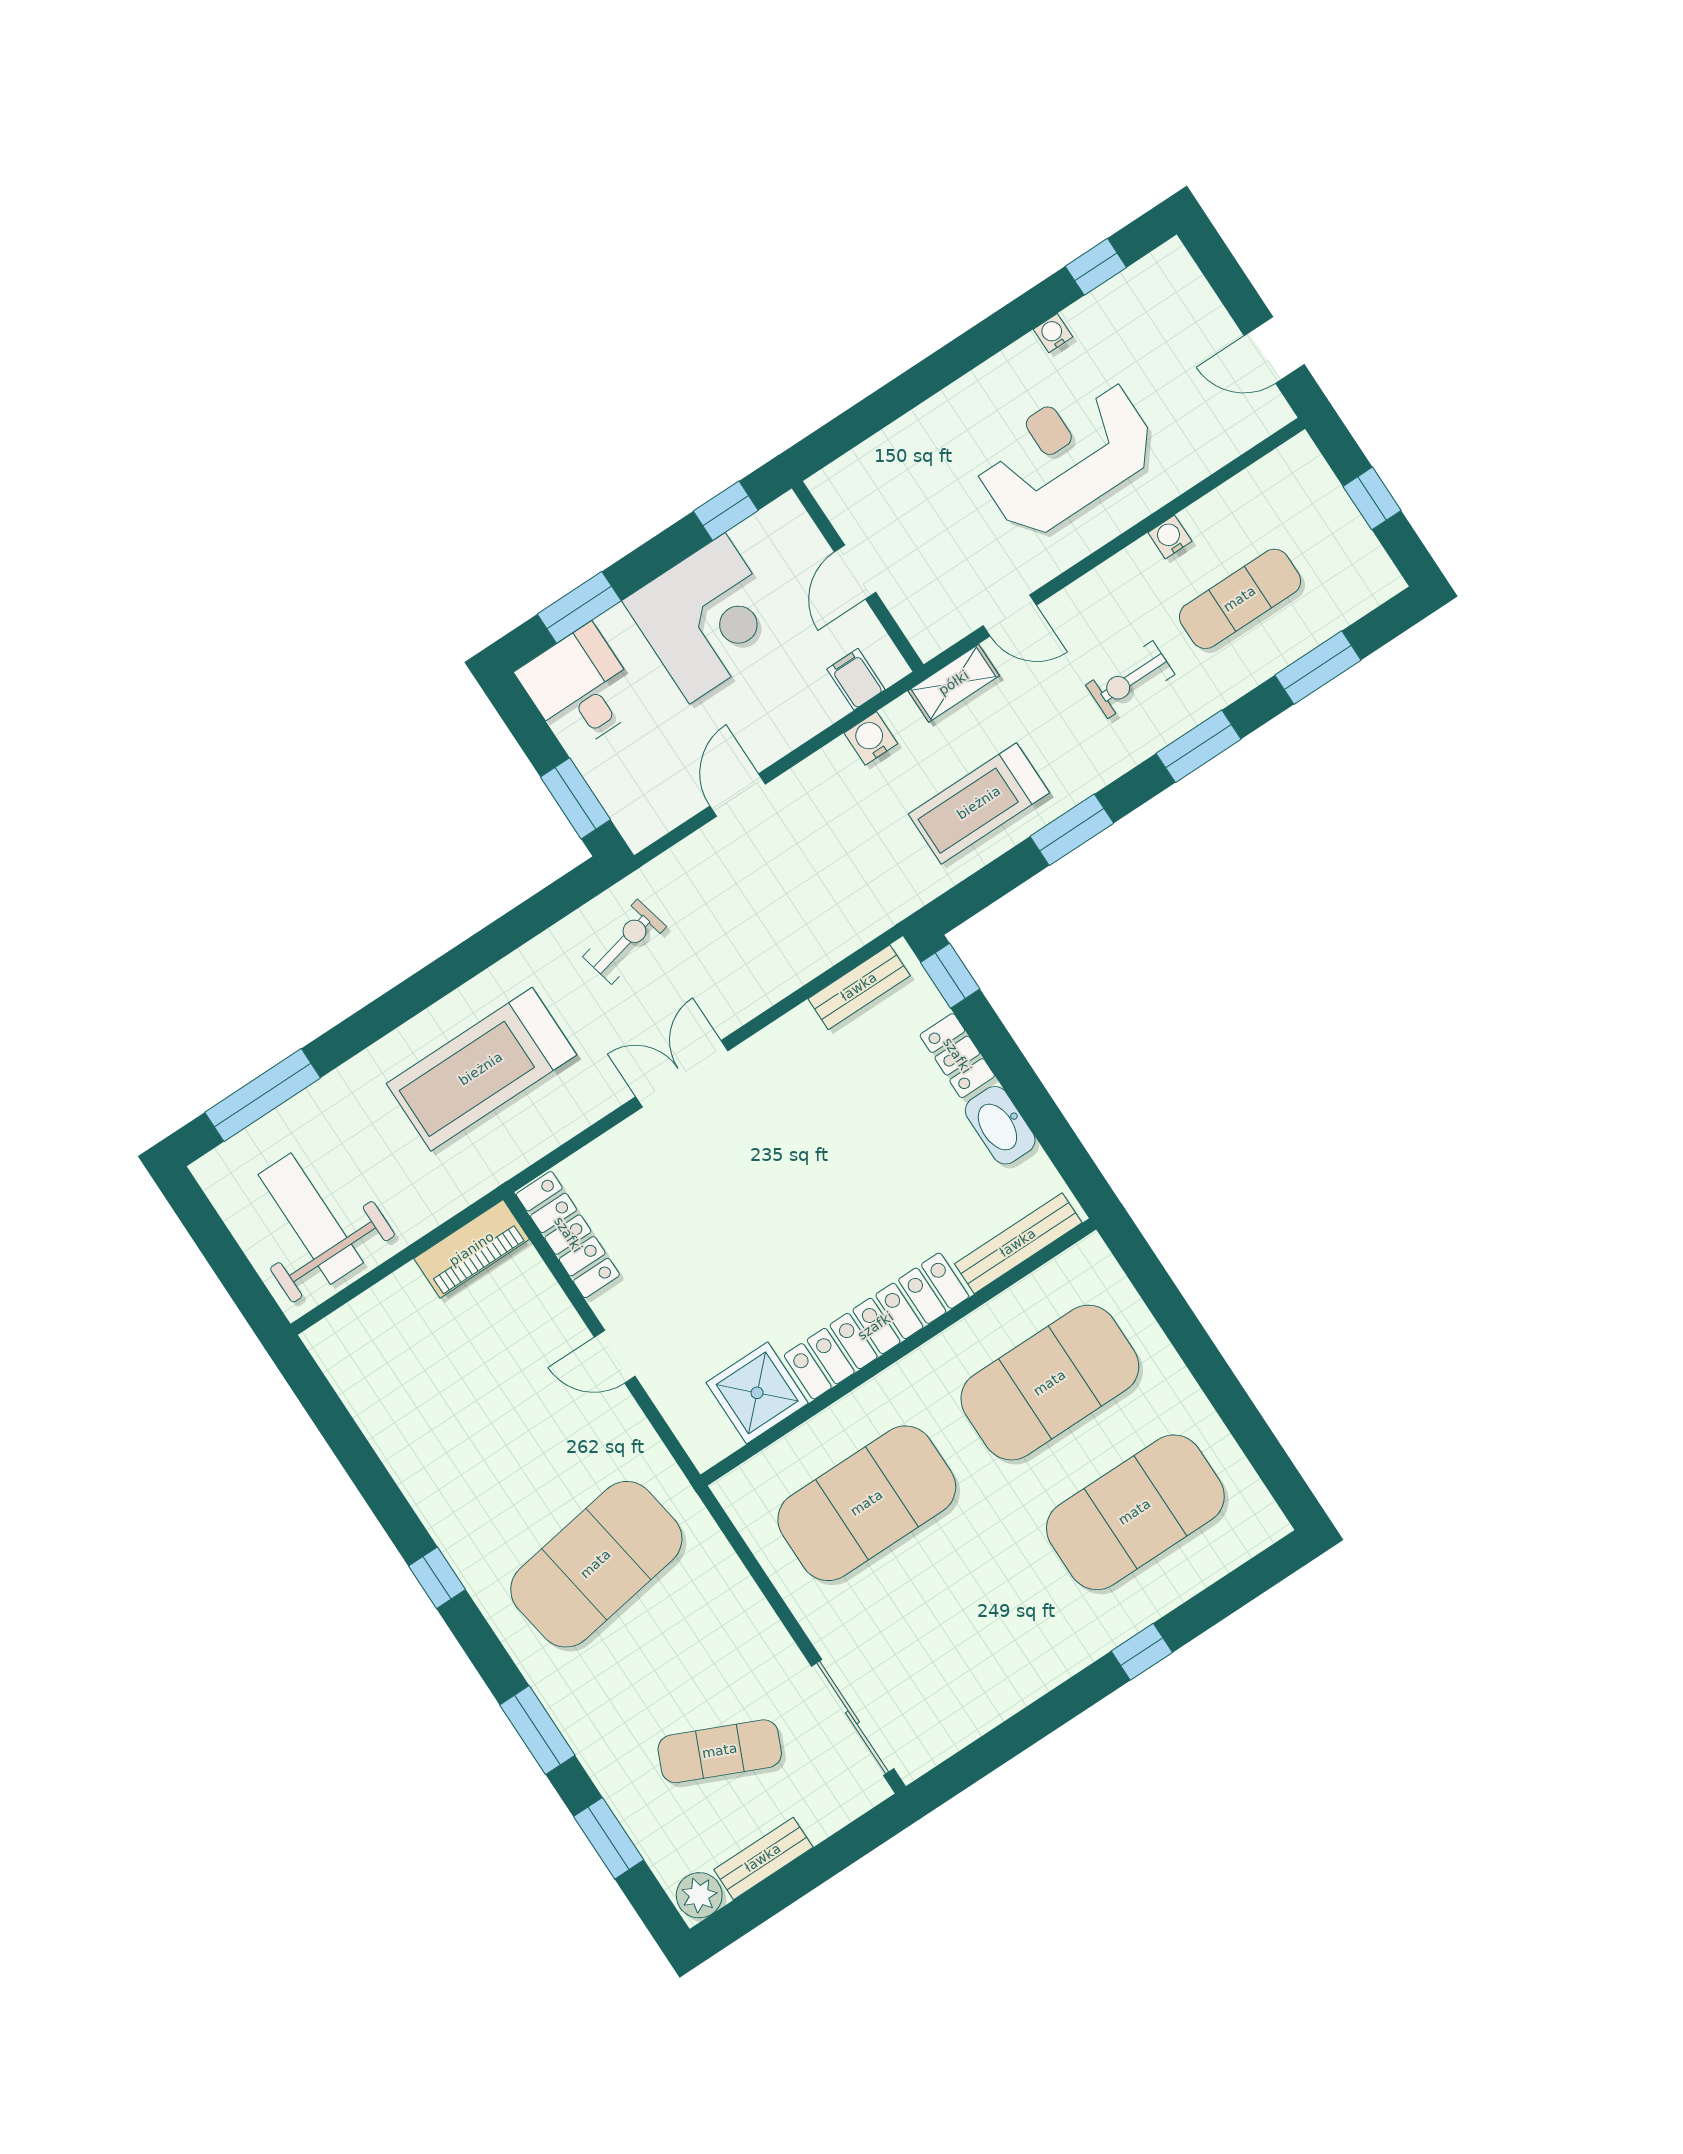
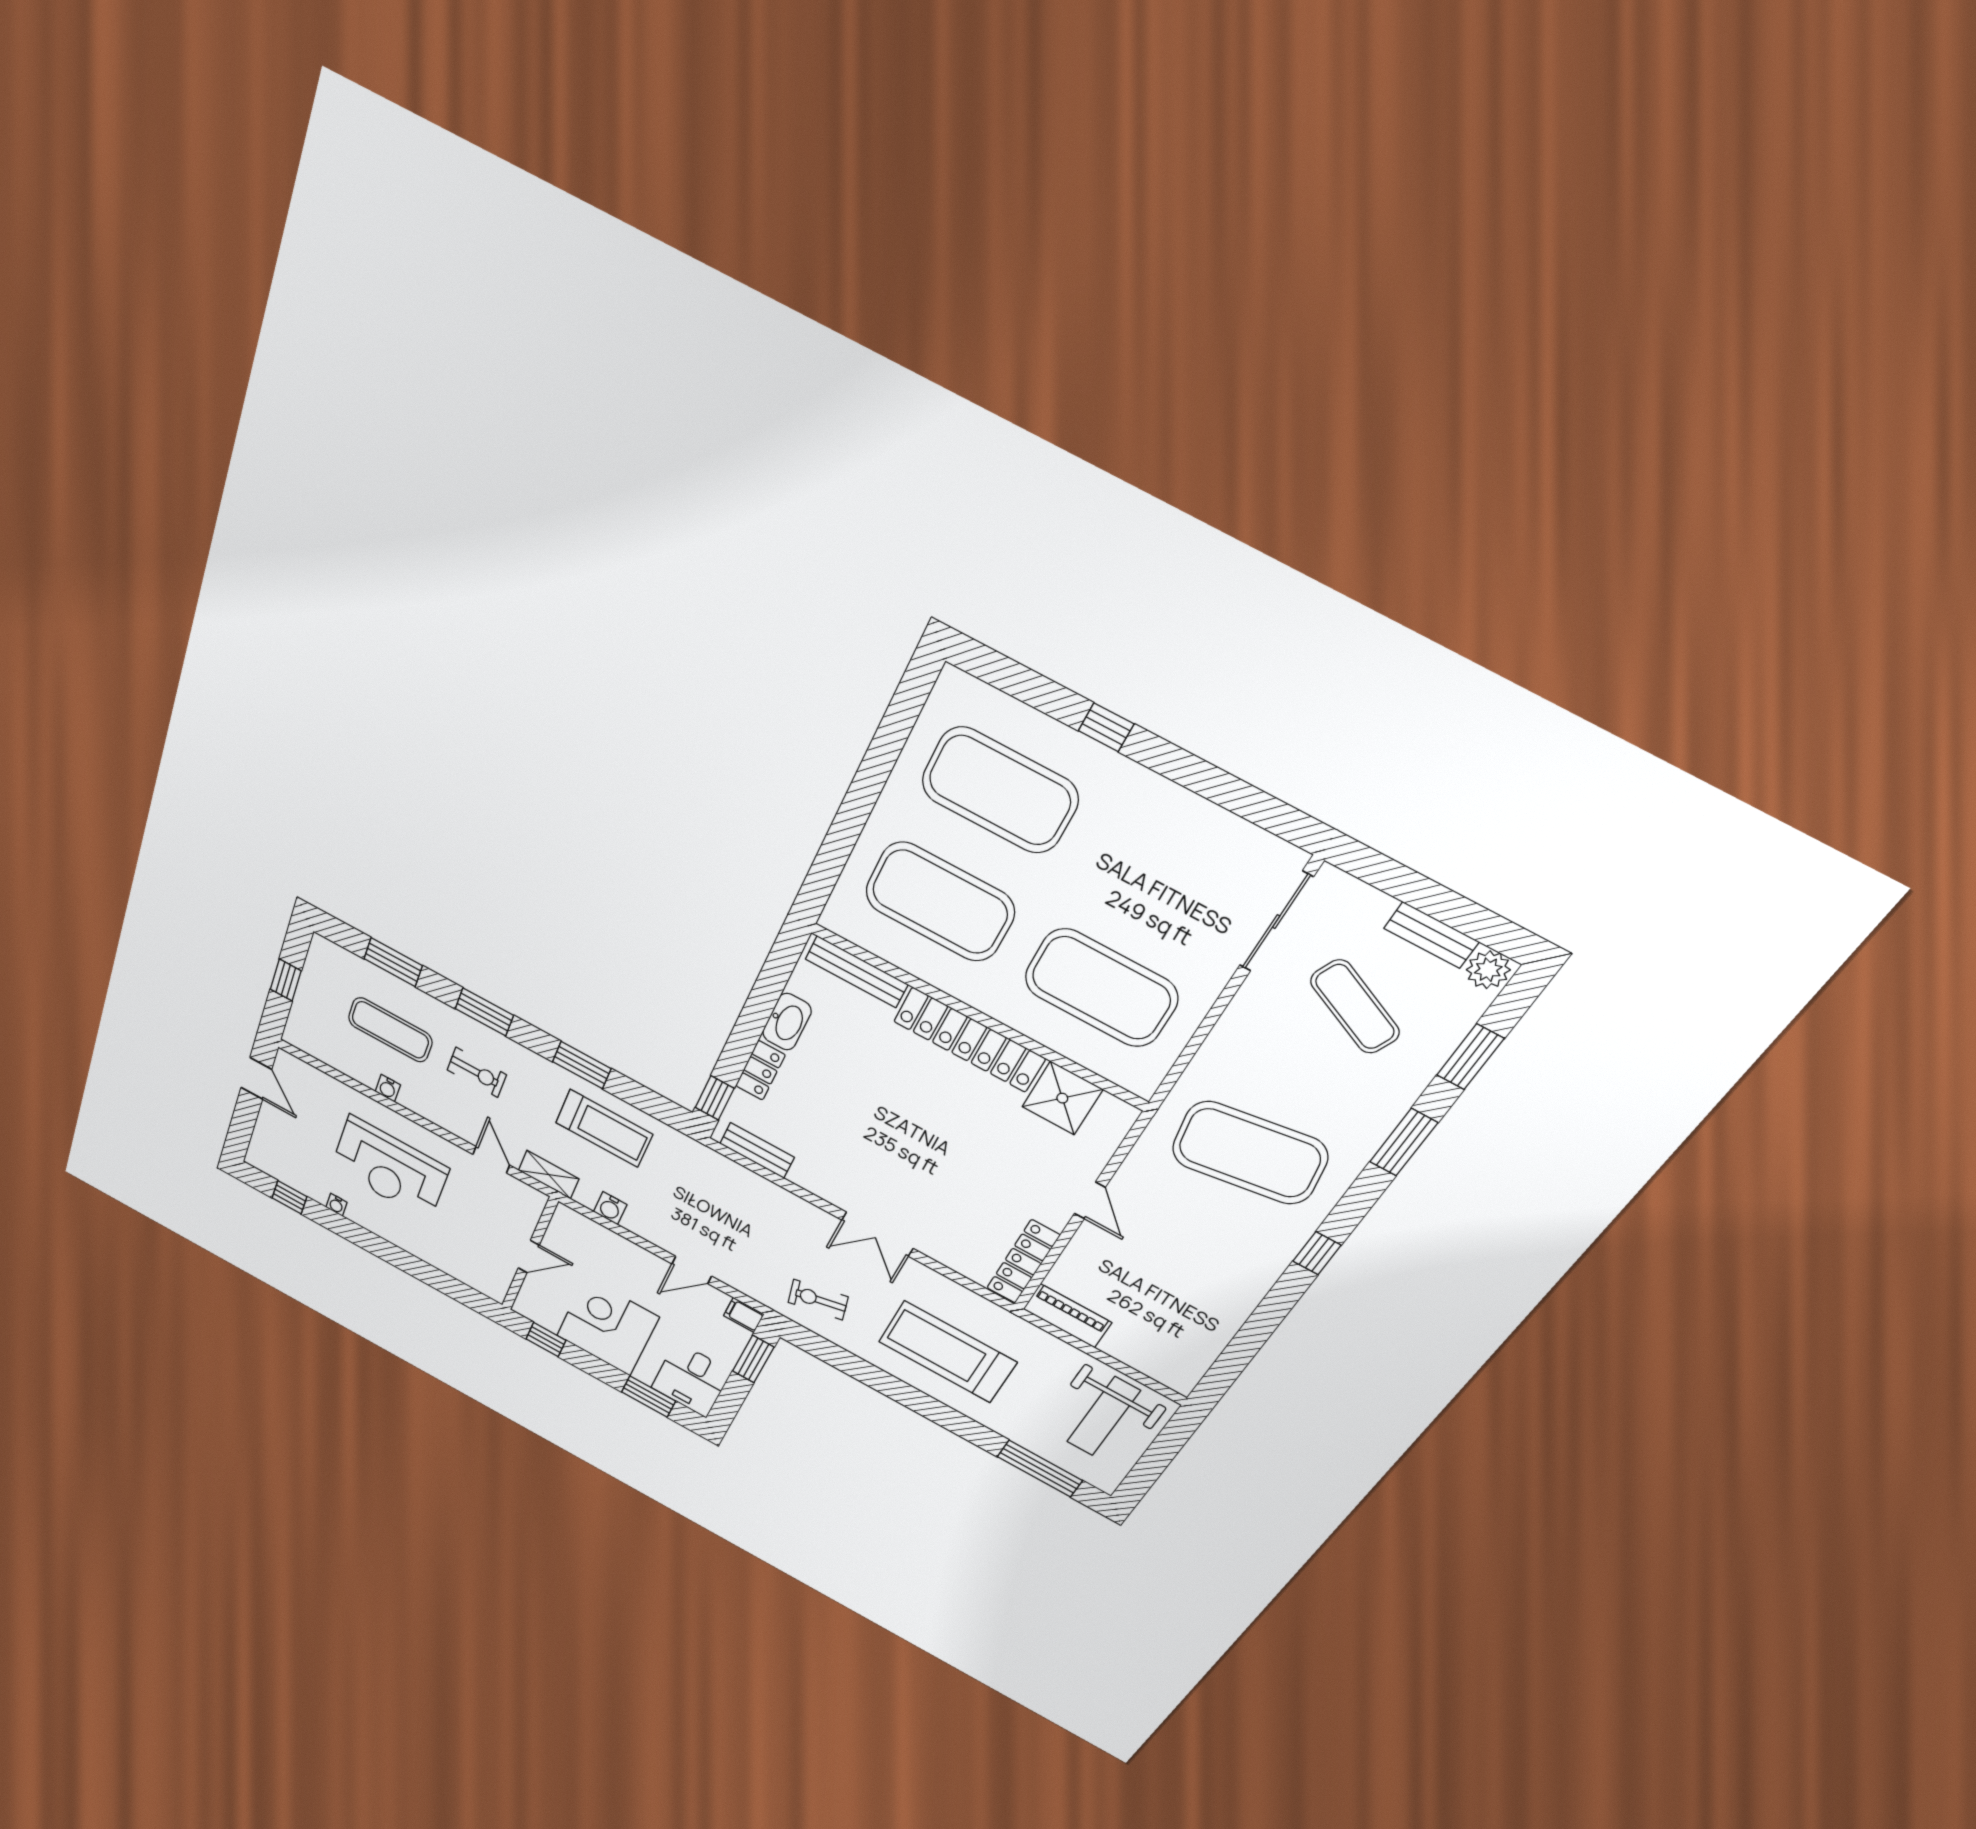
filing cabinet: (856, 679) -> (744, 1315), moved, turned 90
treadmill: (481, 1069) -> (947, 1352), turned 180

